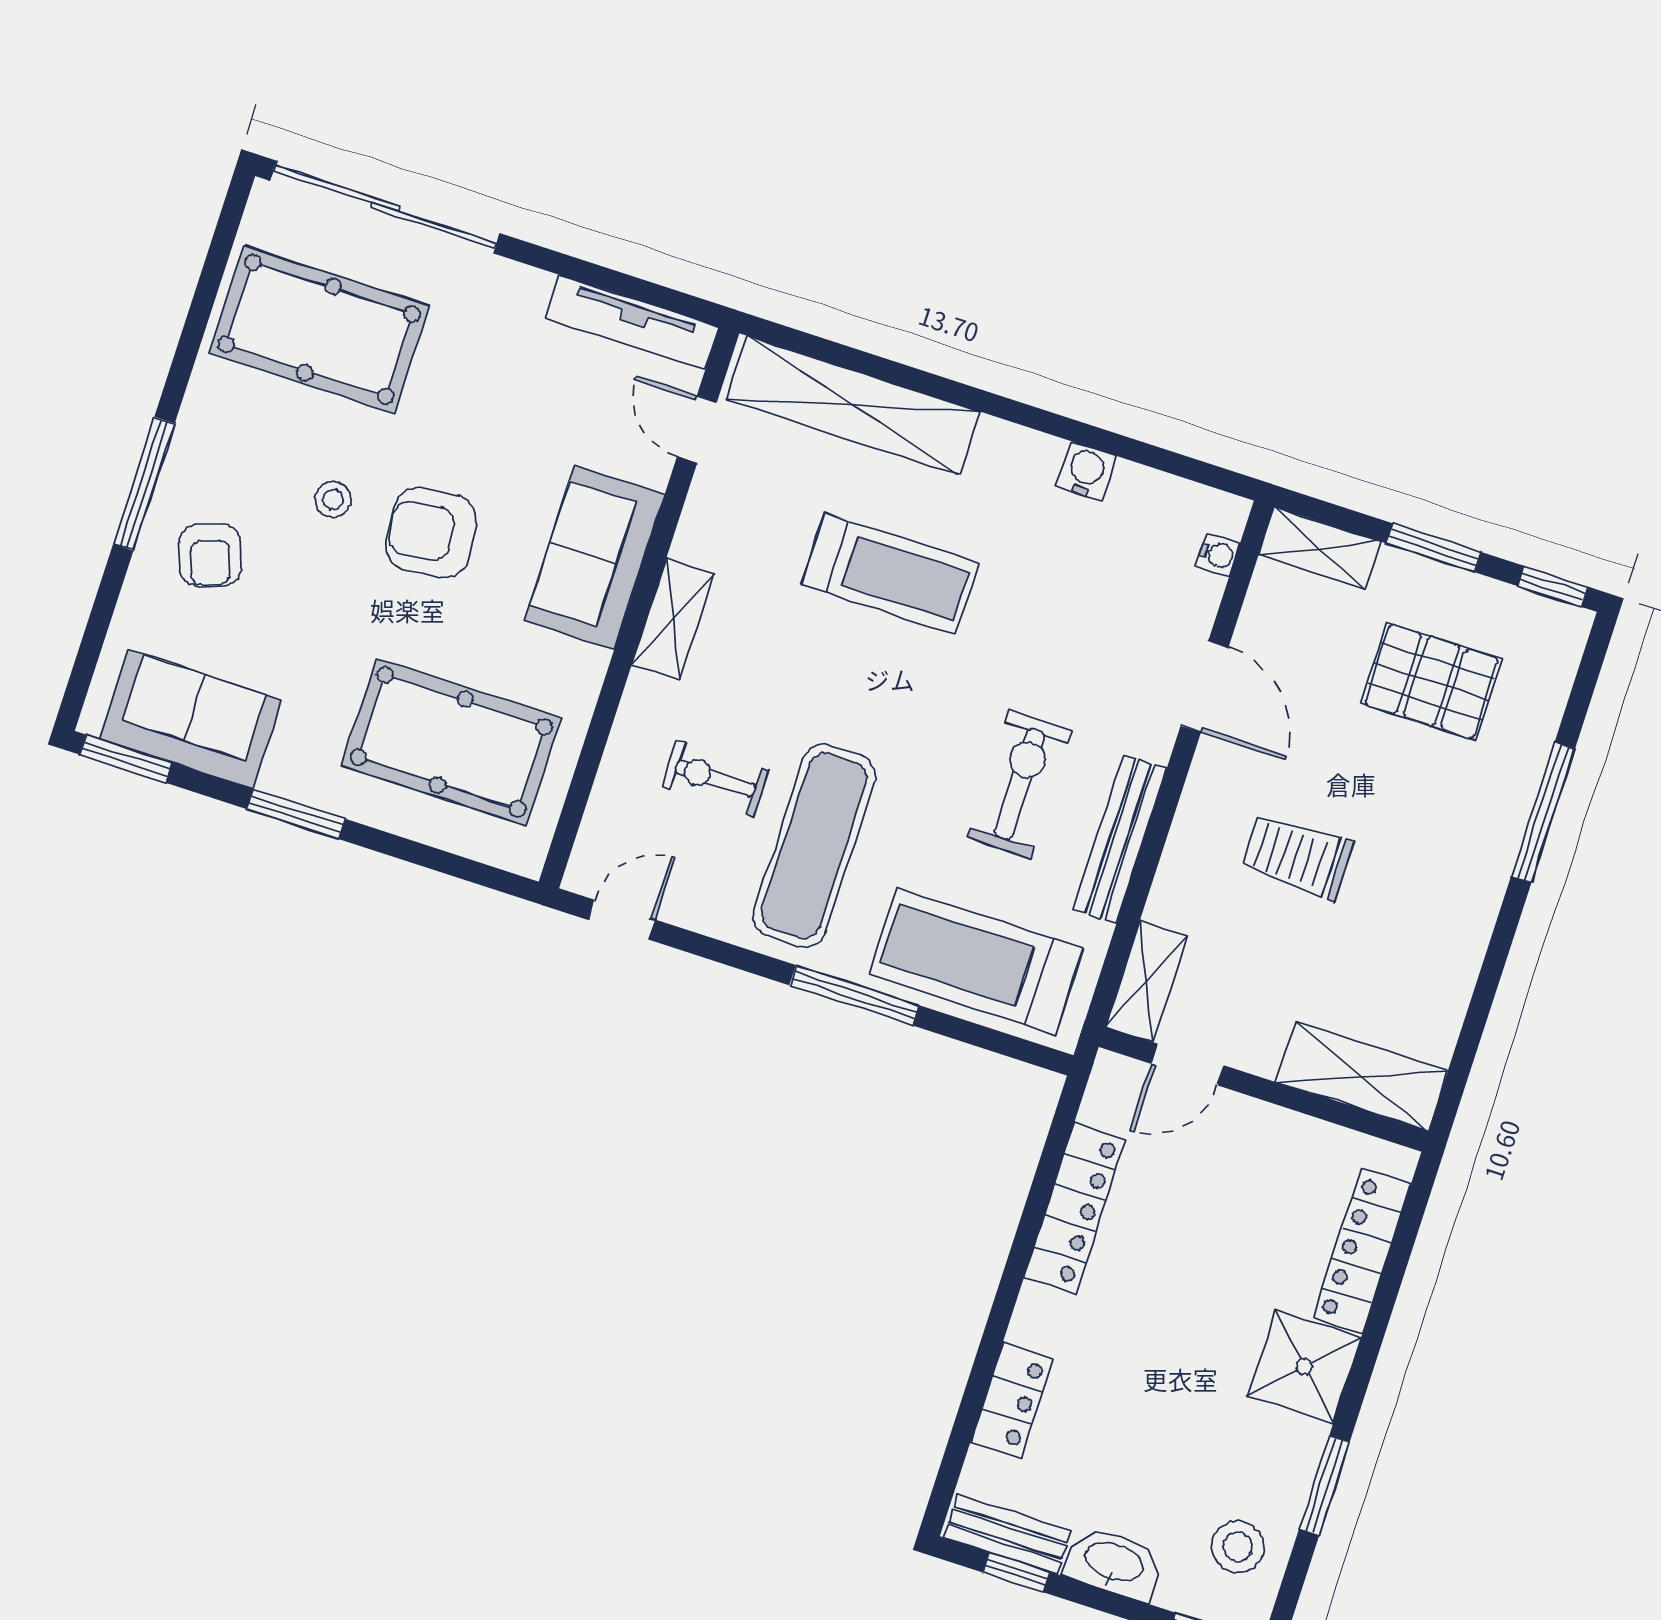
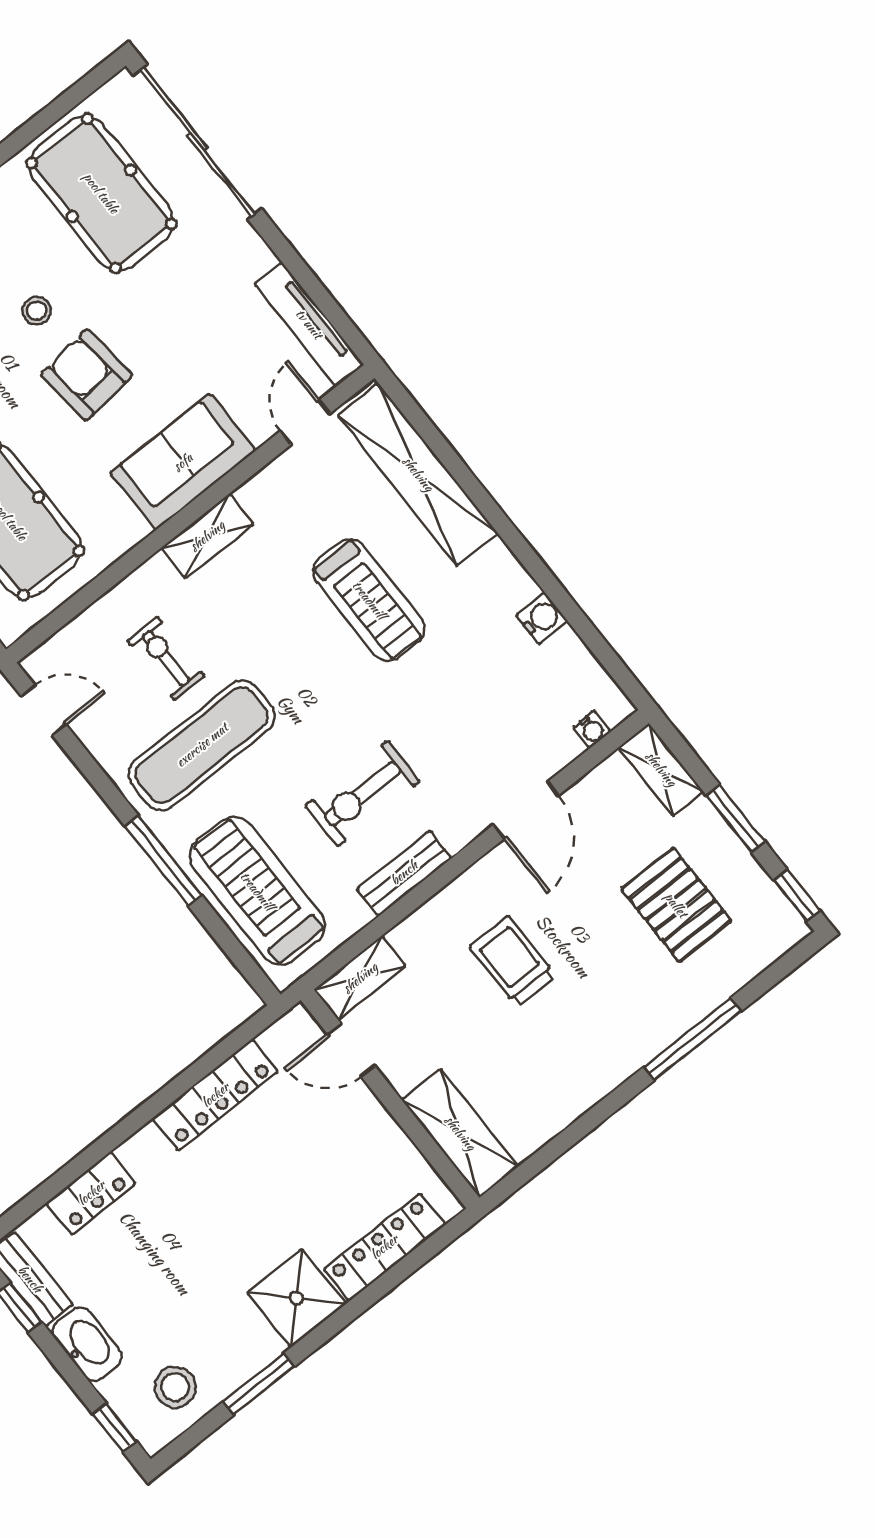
exercise bike: (1019, 784) -> (363, 794), turned 180
bench: (1120, 839) -> (404, 873), width x0.73

